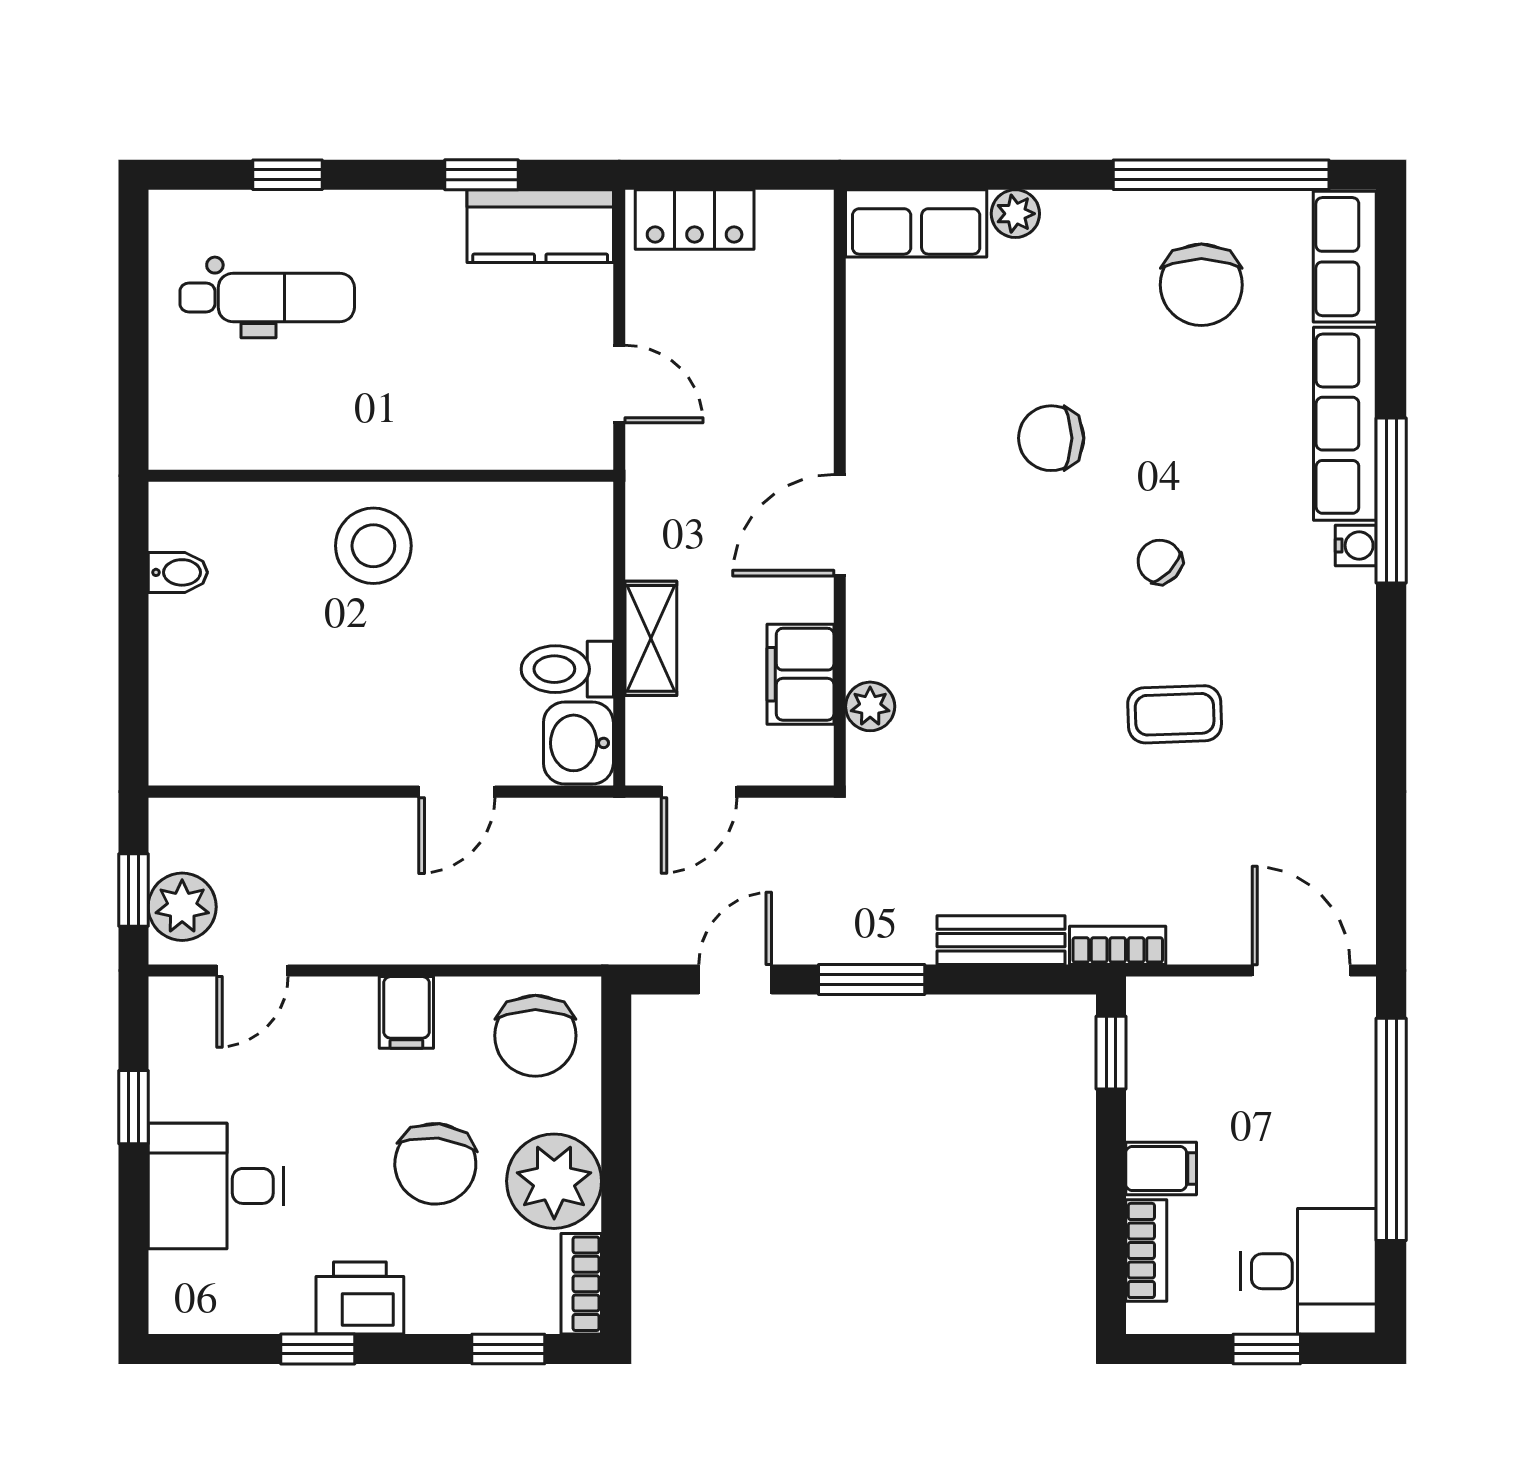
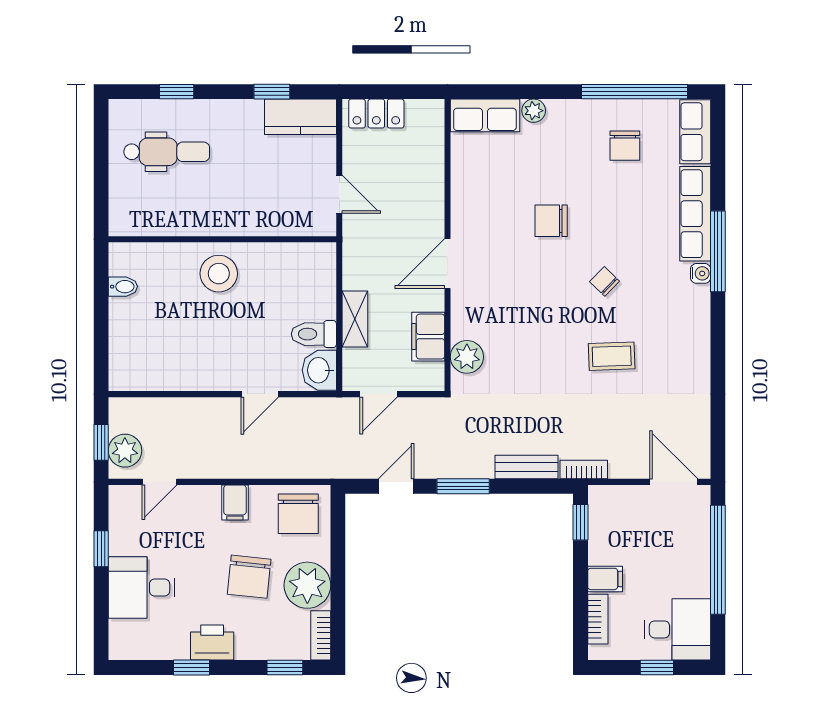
chair: (1201, 285) -> (625, 146), width x0.73, depth x0.73
plant: (870, 706) -> (467, 357), width x1.38, depth x1.38

